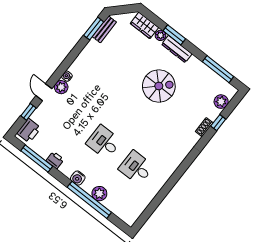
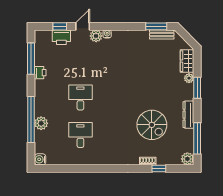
dresser: (177, 49) -> (188, 115), moved
spiral stairs: (159, 86) -> (152, 125), moved
plant: (221, 102) -> (187, 159), moved
printer: (29, 131) -> (61, 37), moved
water cooler: (78, 178) -> (40, 159), moved

